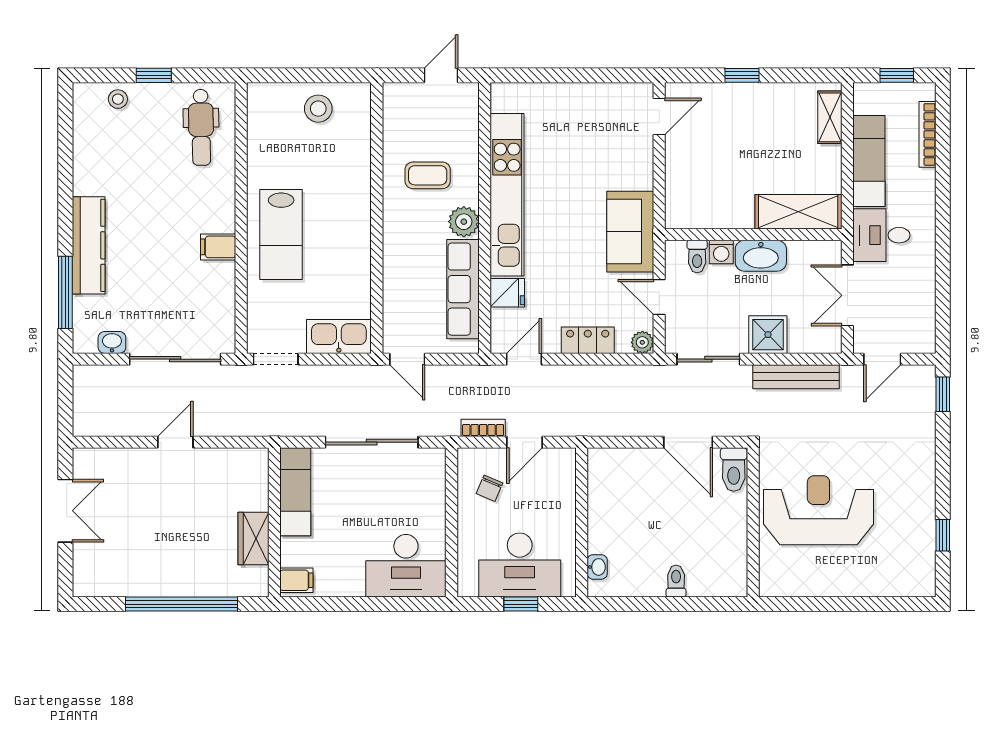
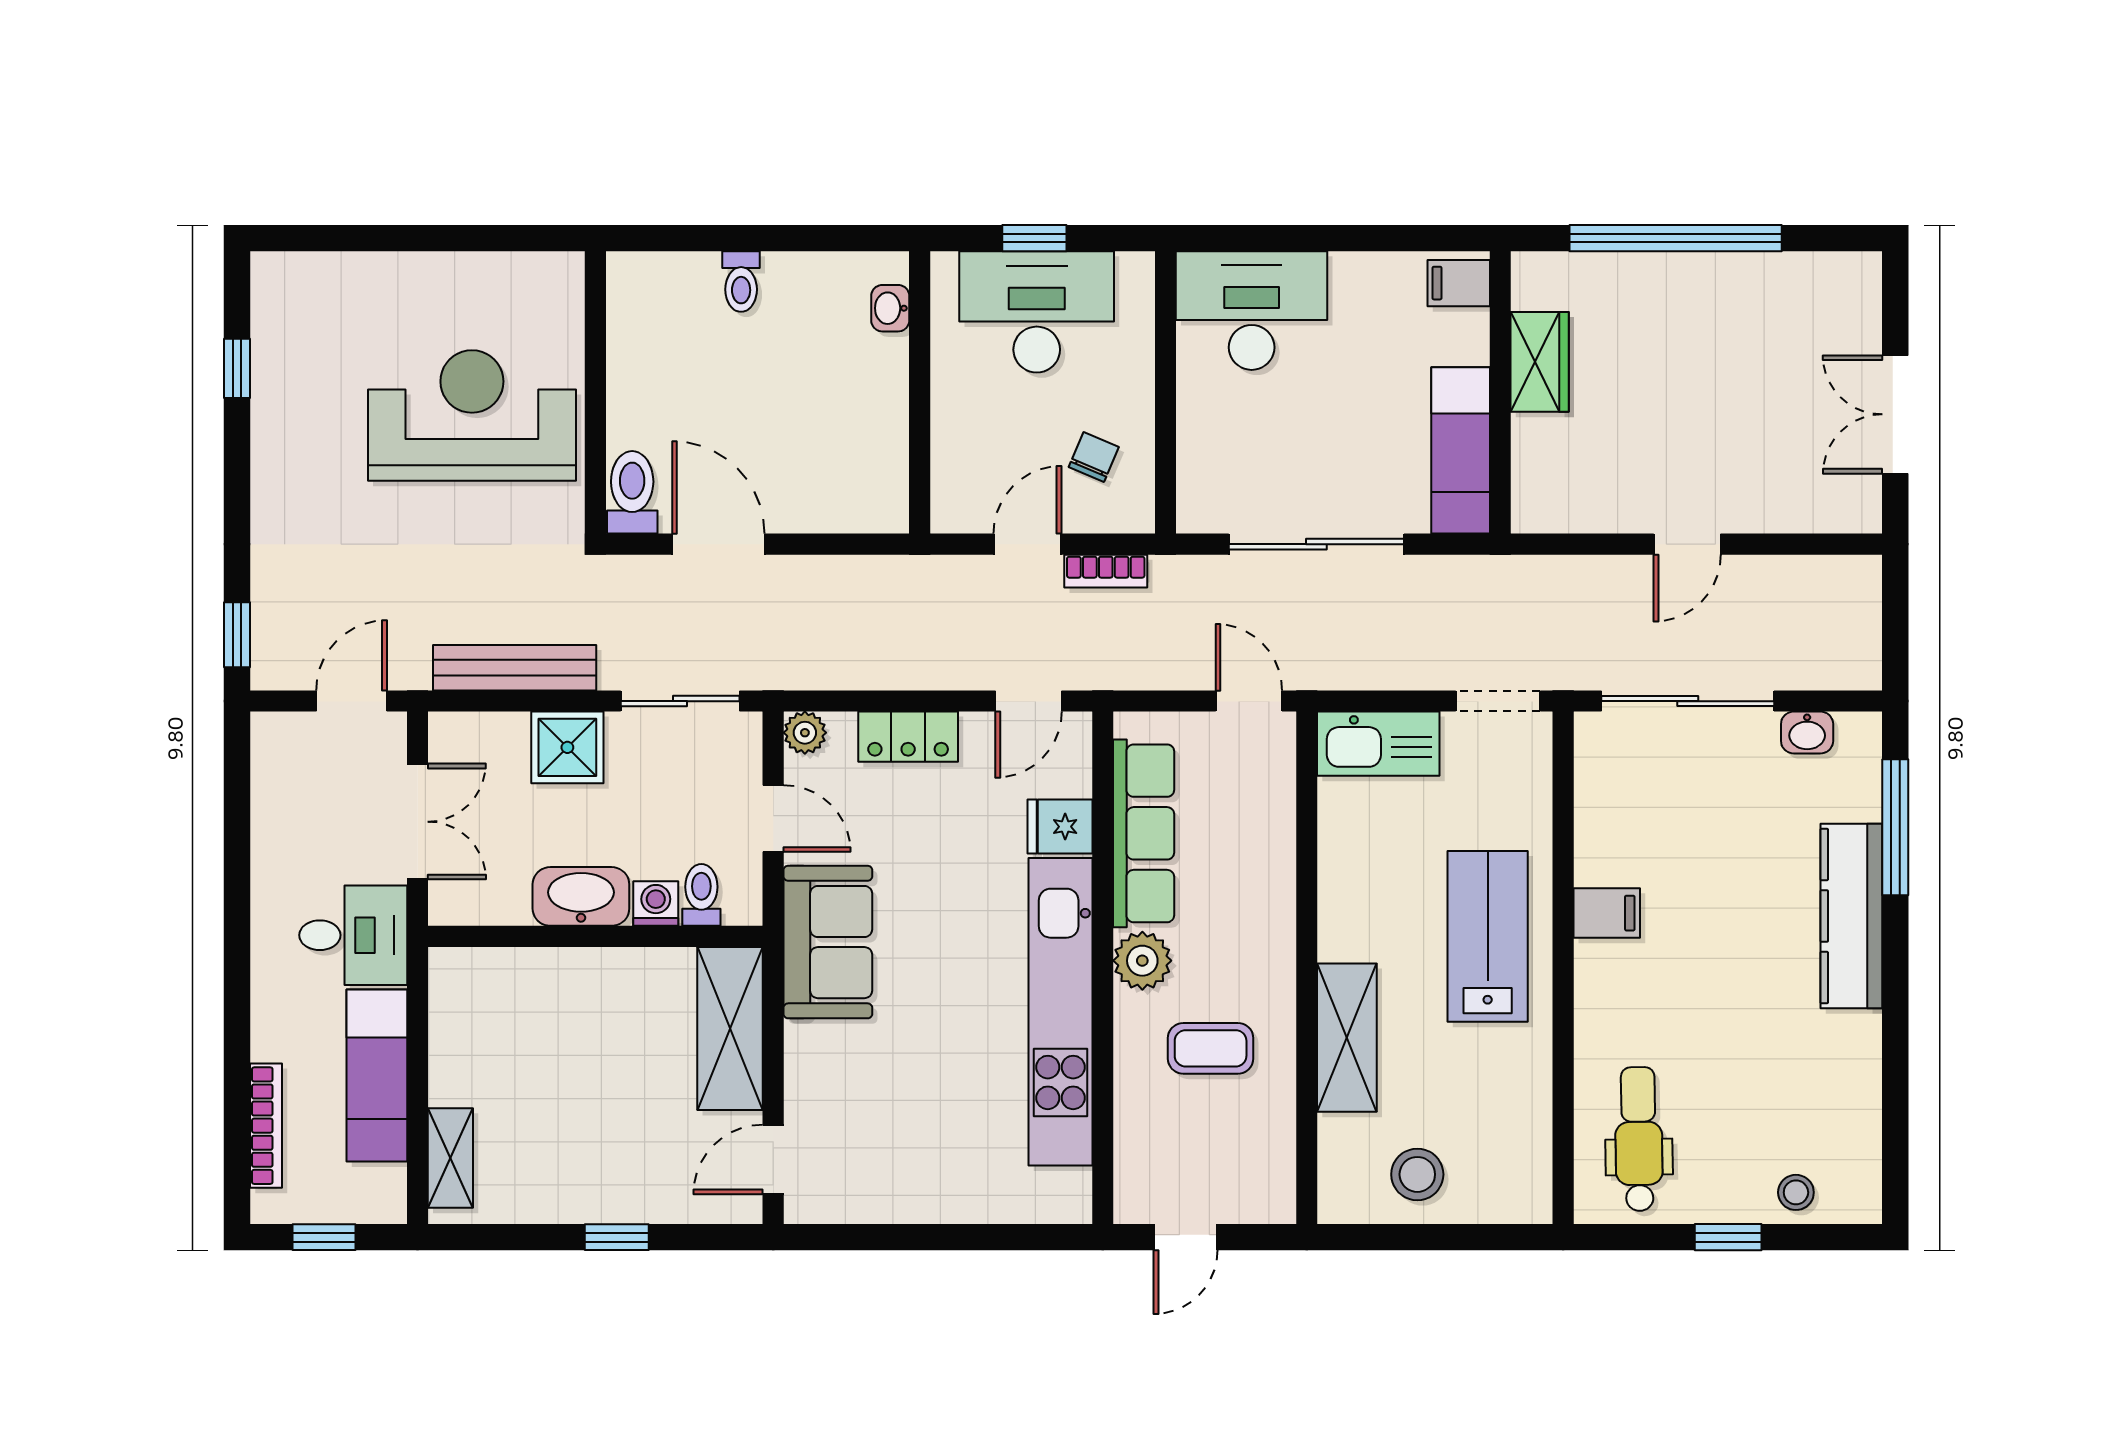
shelving: (355, 181) -> (1347, 1038), added
shelving: (798, 212) -> (730, 1028), moved, turned 90
reception desk: (818, 510) -> (472, 415), turned 180

